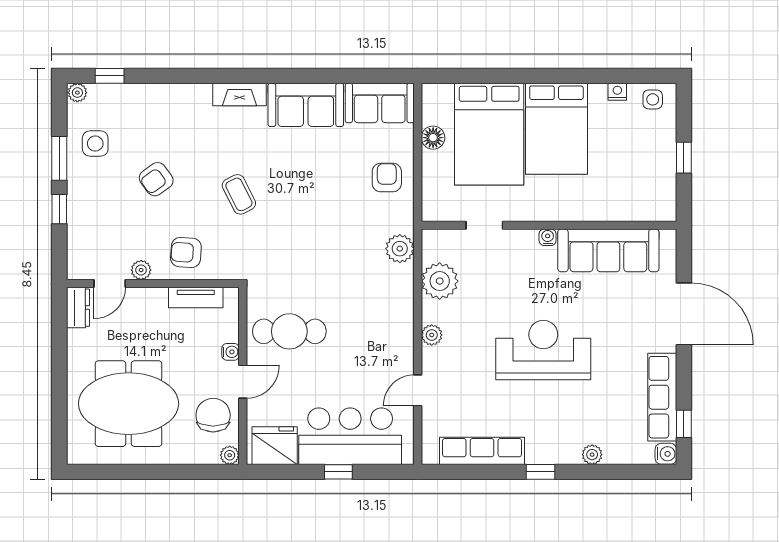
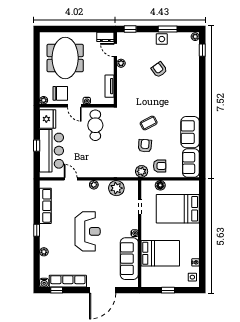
fireplace: (240, 94) -> (194, 104), removed
bed: (556, 129) -> (160, 253), moved, turned 180
floor lamp: (433, 138) -> (160, 185), moved
side table: (95, 144) -> (162, 39), moved
coffee table: (239, 194) -> (149, 123), moved
window: (59, 209) -> (130, 29), moved
plant: (400, 249) -> (142, 171), moved
armchair: (186, 252) -> (145, 146), moved

